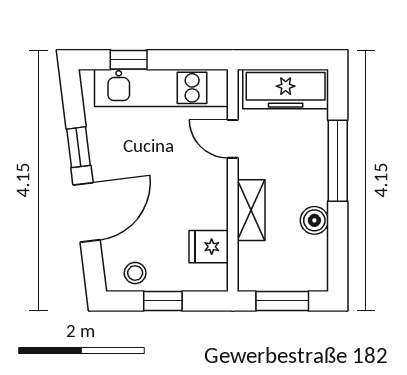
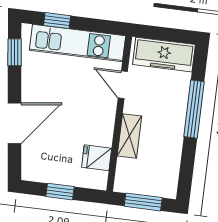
window: (79, 147) -> (15, 52), moved
boiler: (314, 220) -> (173, 149), removed
stool: (135, 273) -> (43, 170), removed

